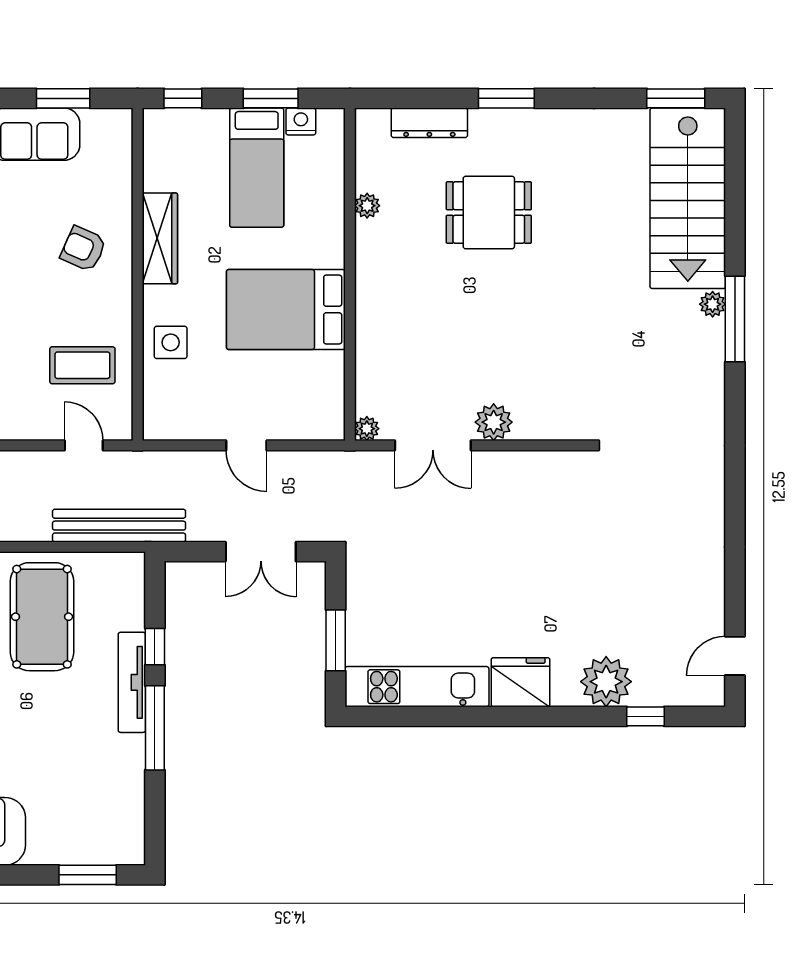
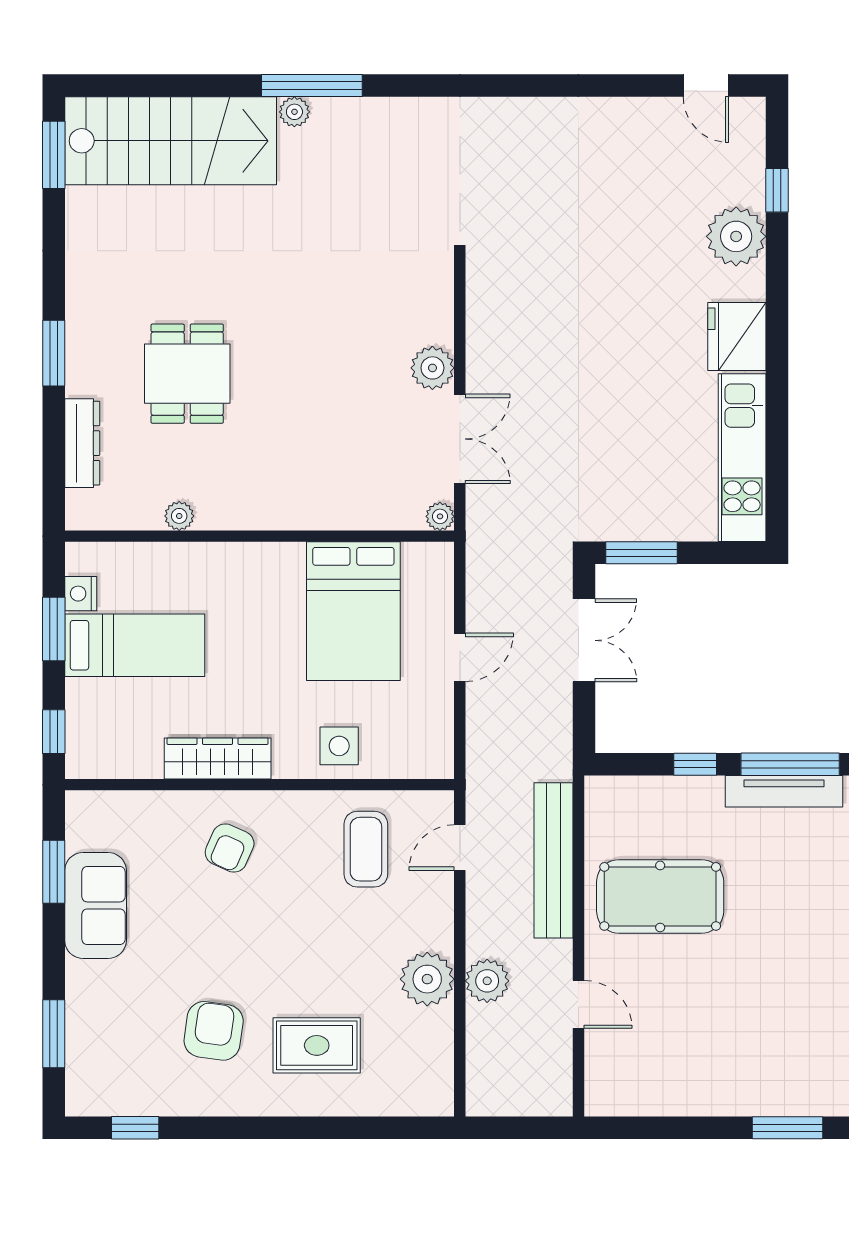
bed: (286, 310) -> (353, 611), moved
bench: (119, 526) -> (554, 860), moved
window: (336, 640) -> (641, 553), moved
tv unit: (132, 682) -> (784, 791), moved

